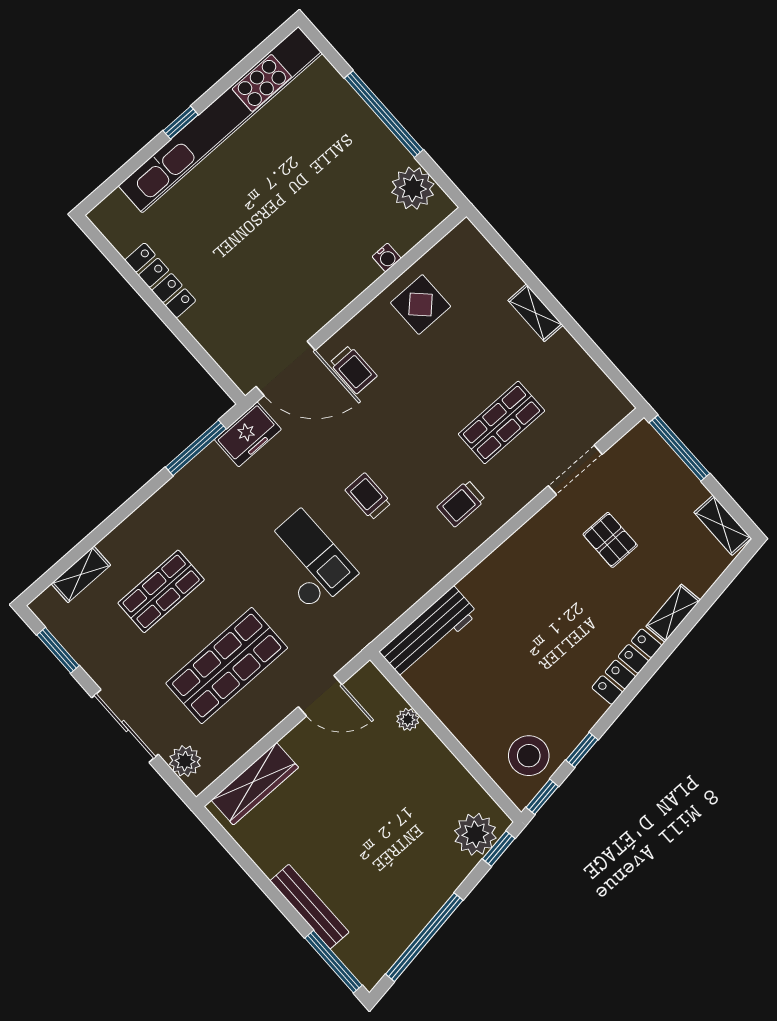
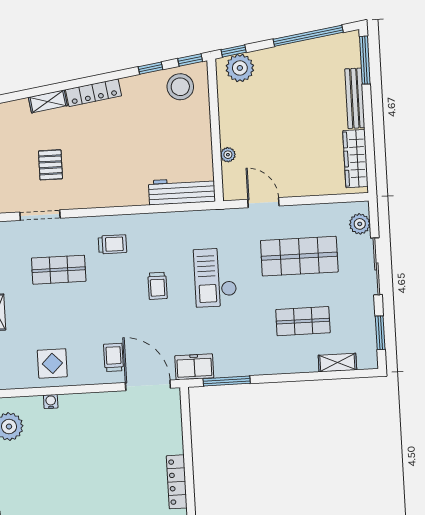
wardrobe: (255, 784) -> (355, 159), moved, turned -90

